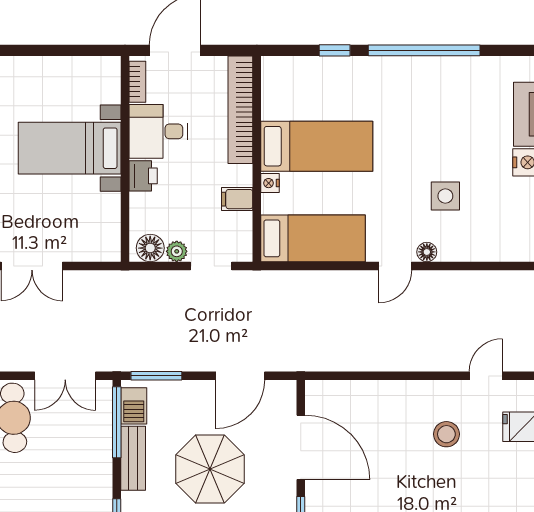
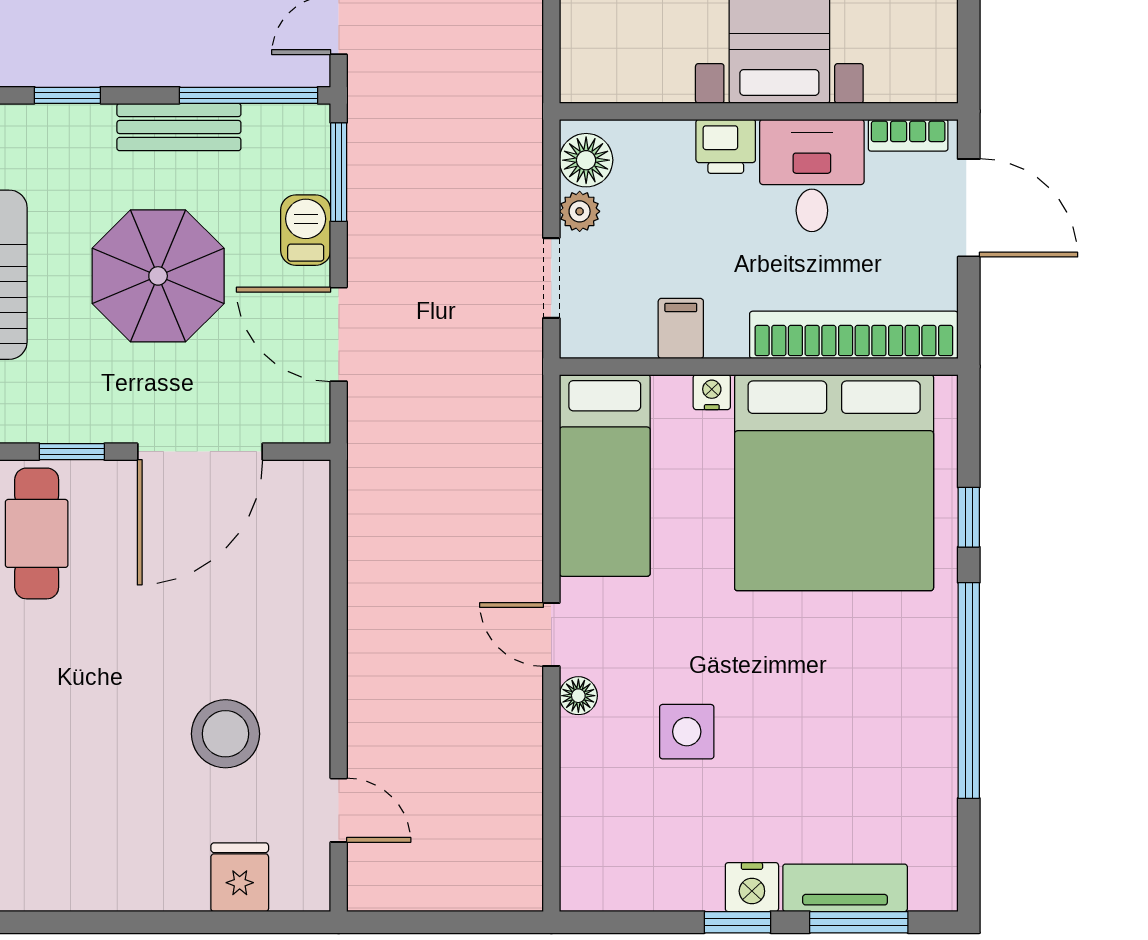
bed: (317, 146) -> (834, 483), width x2.04
barbecue: (134, 406) -> (306, 230), moved, turned 90
stool: (446, 434) -> (225, 734), width x1.38, depth x1.38

